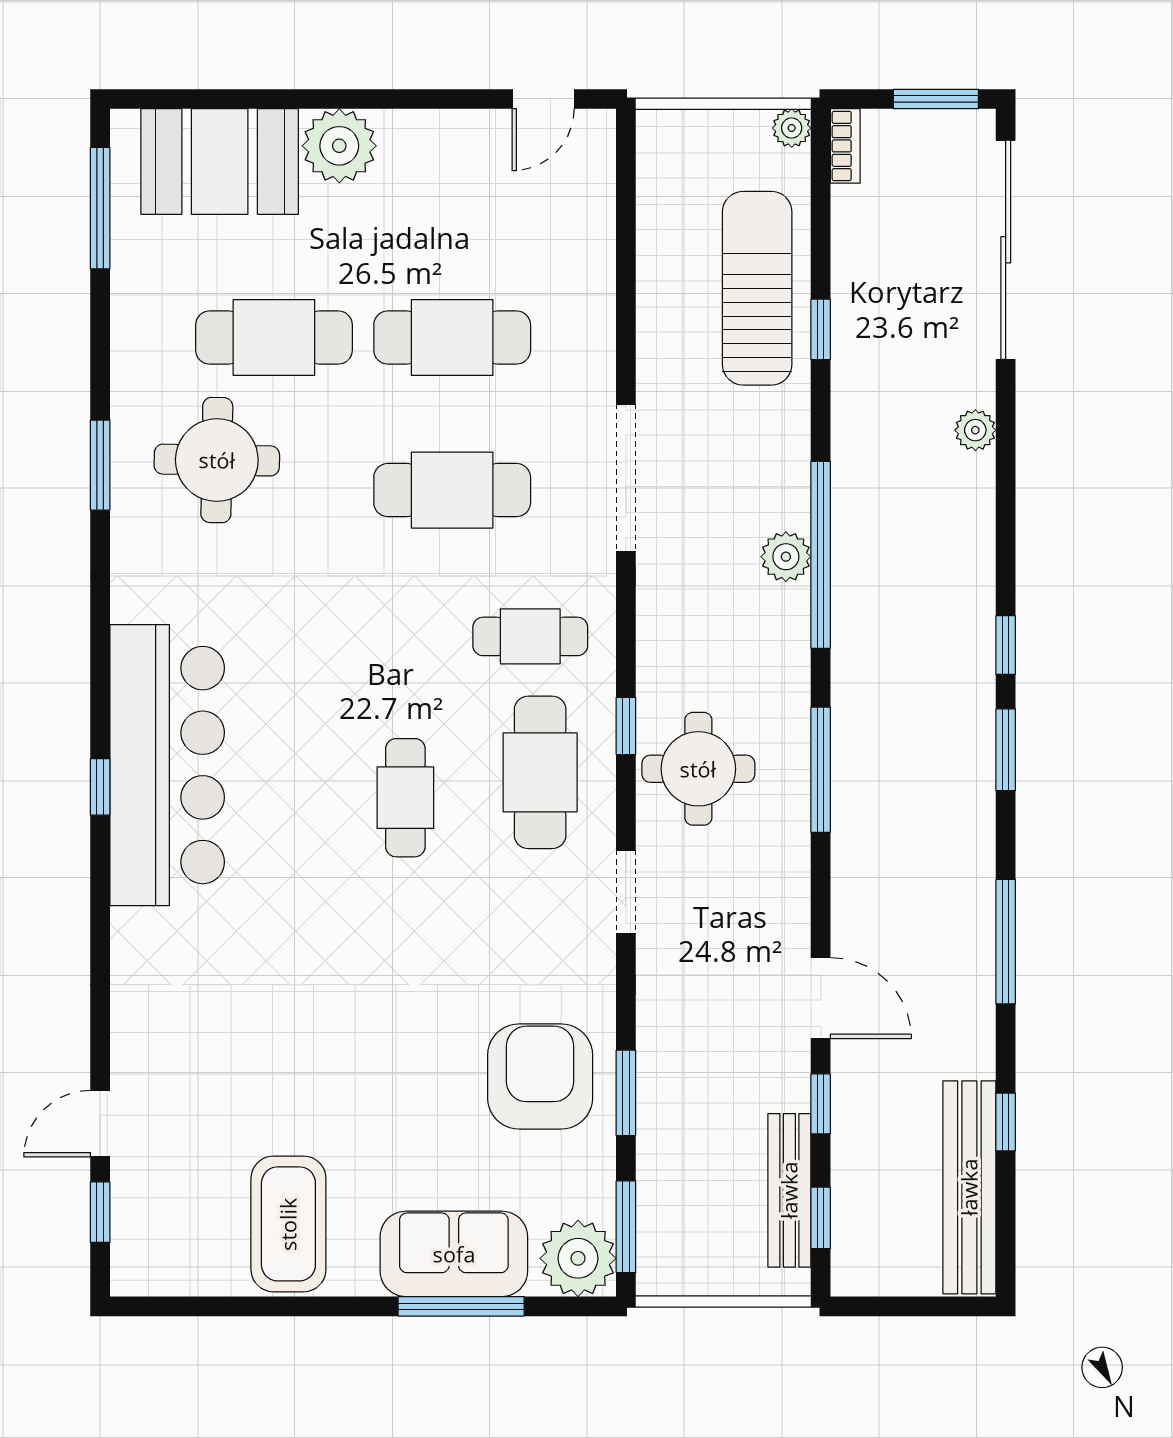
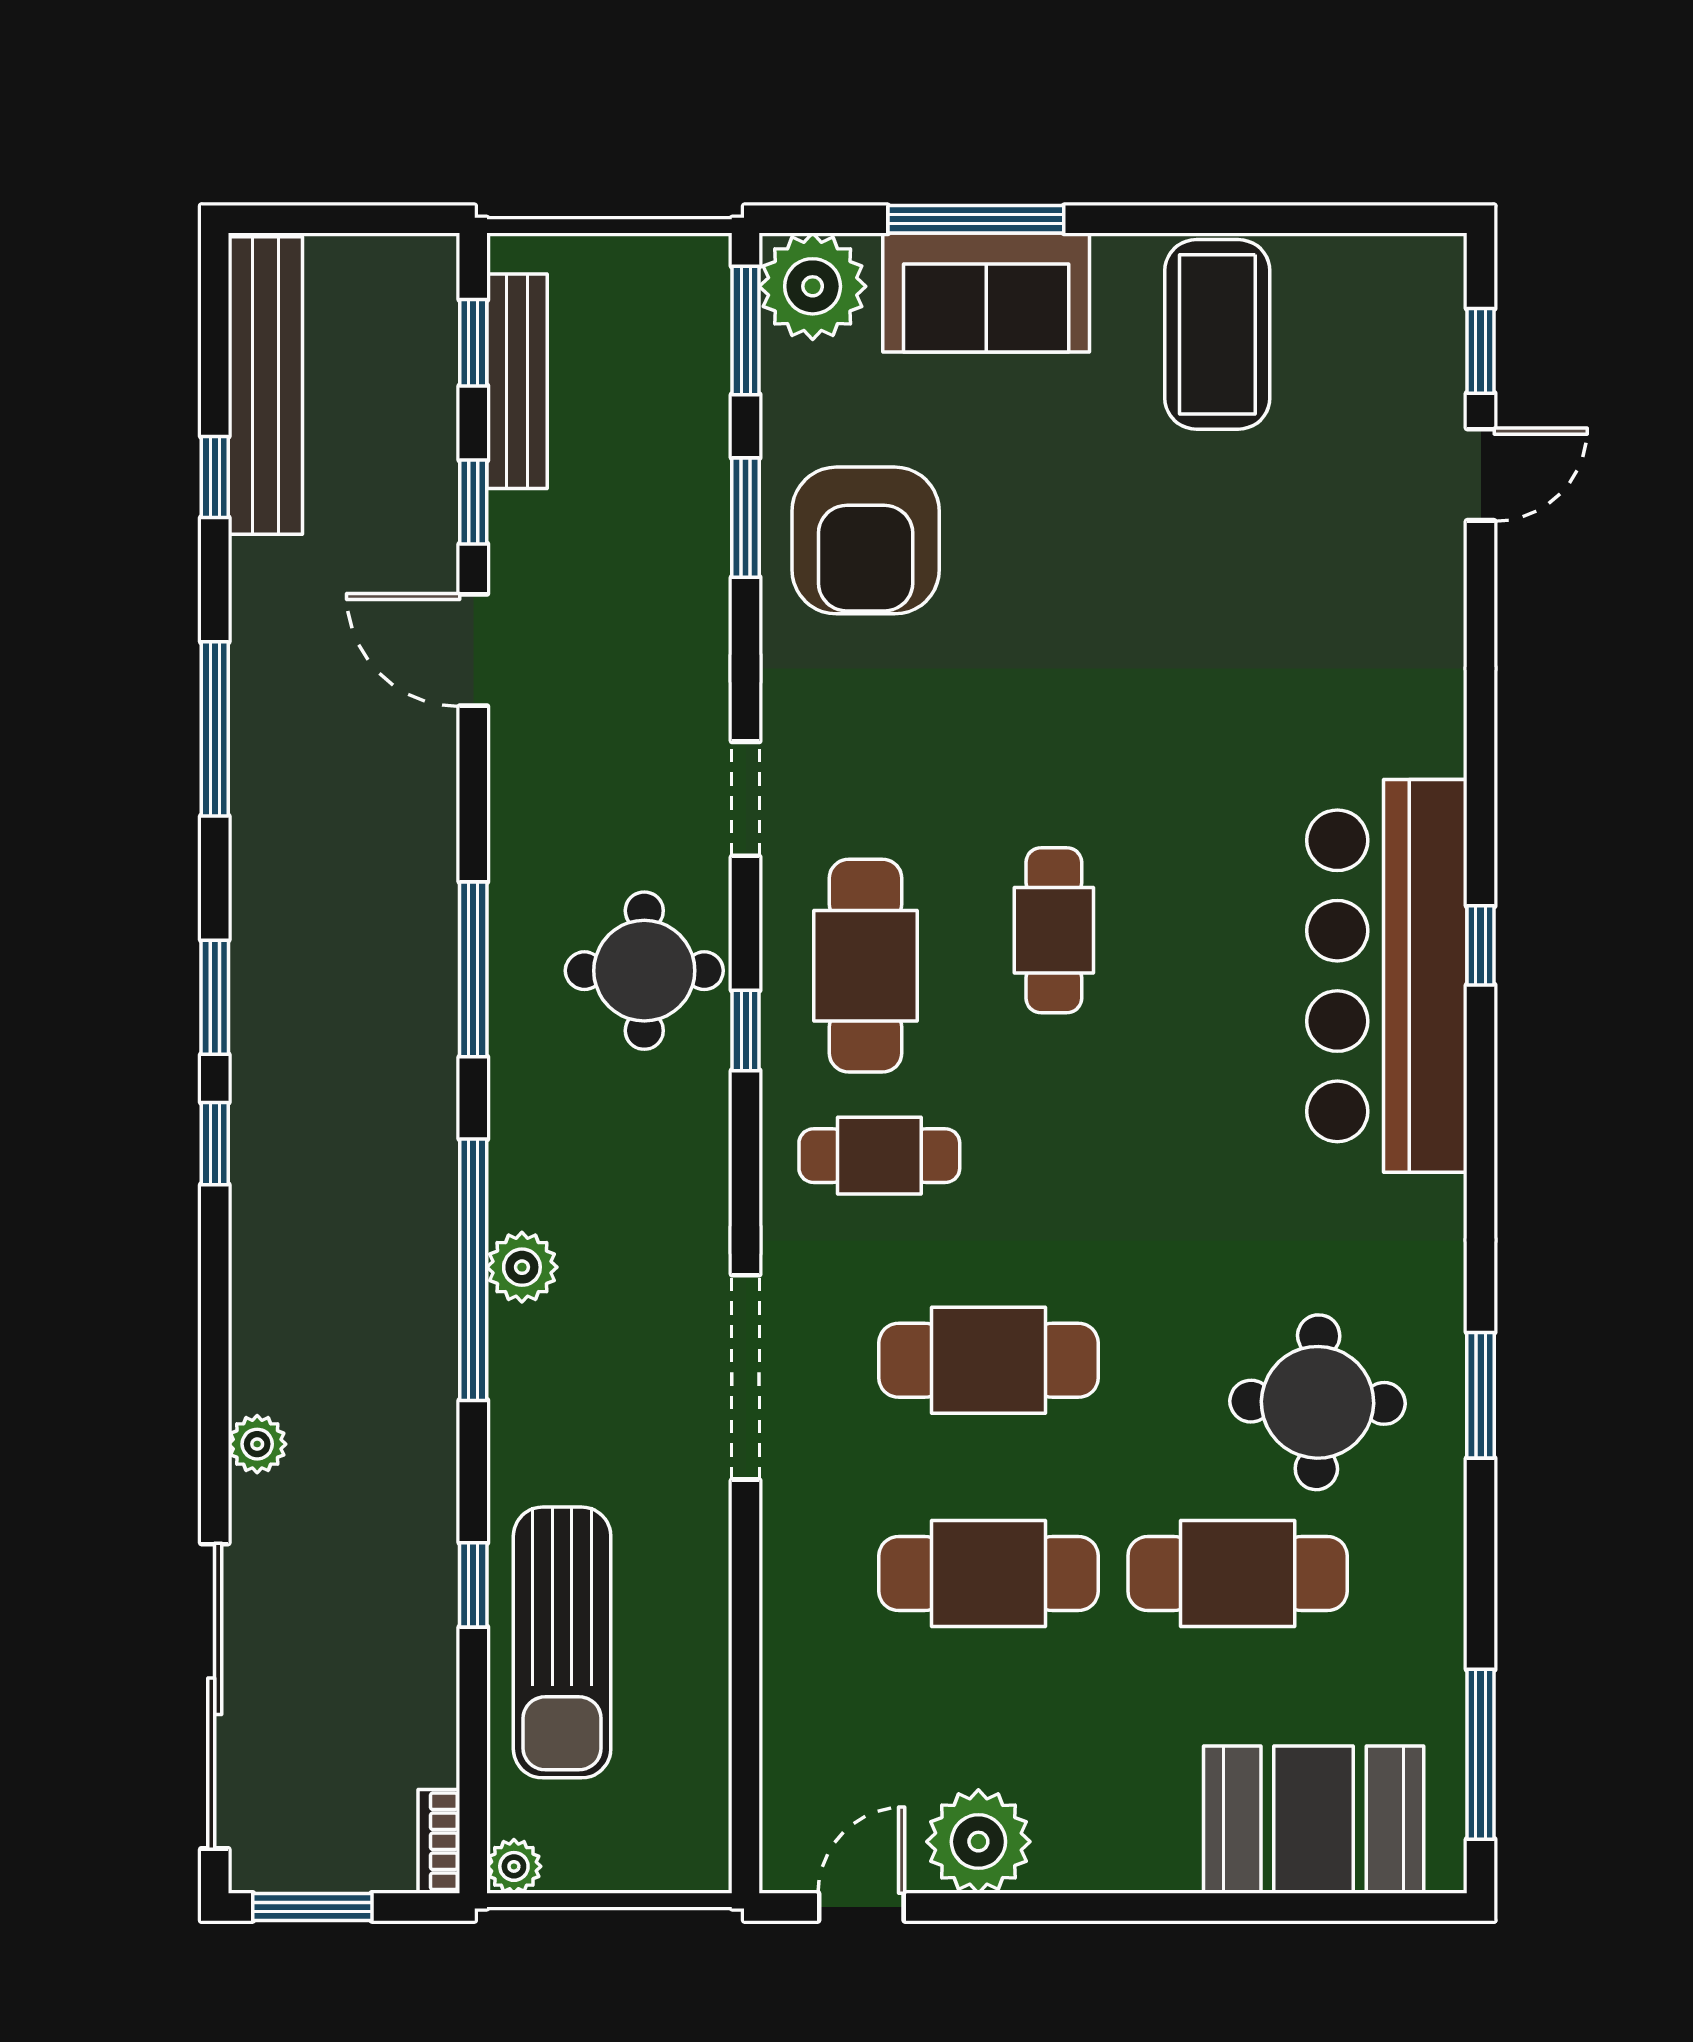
plant: (339, 146) -> (978, 1842), moved

